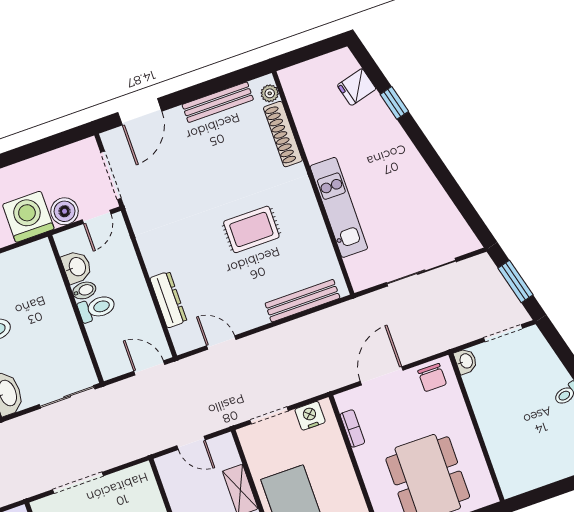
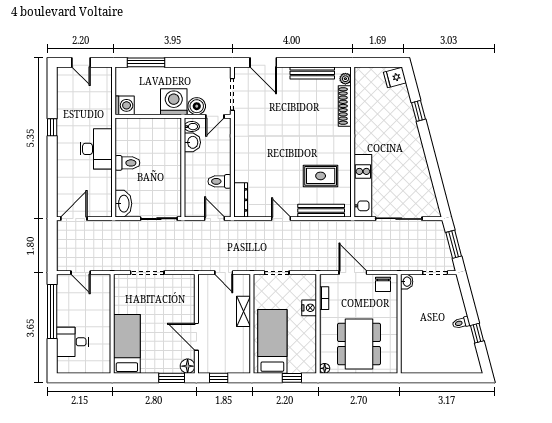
fridge: (357, 87) -> (395, 78), moved
door: (140, 112) -> (263, 62), hinge flipped
kitchen unit: (339, 207) -> (363, 186), moved
rug: (251, 229) -> (321, 176), moved
bidet: (84, 290) -> (192, 127), moved
dresser: (168, 300) -> (241, 200), moved
toilet: (97, 308) -> (219, 181), moved, turned 180
door: (221, 343) -> (281, 219), moved
door: (382, 376) -> (353, 273), hinge flipped
nightstand: (310, 416) -> (309, 308), moved, turned 90

